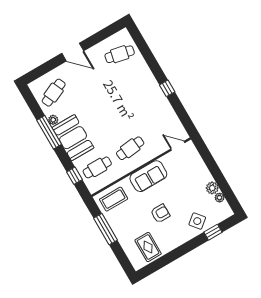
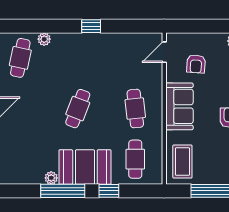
plant: (141, 63) -> (44, 39), added
cafe table: (54, 93) -> (78, 109), moved, turned 45
armchair: (182, 171) -> (196, 64), added
window: (74, 176) -> (109, 191), moved

